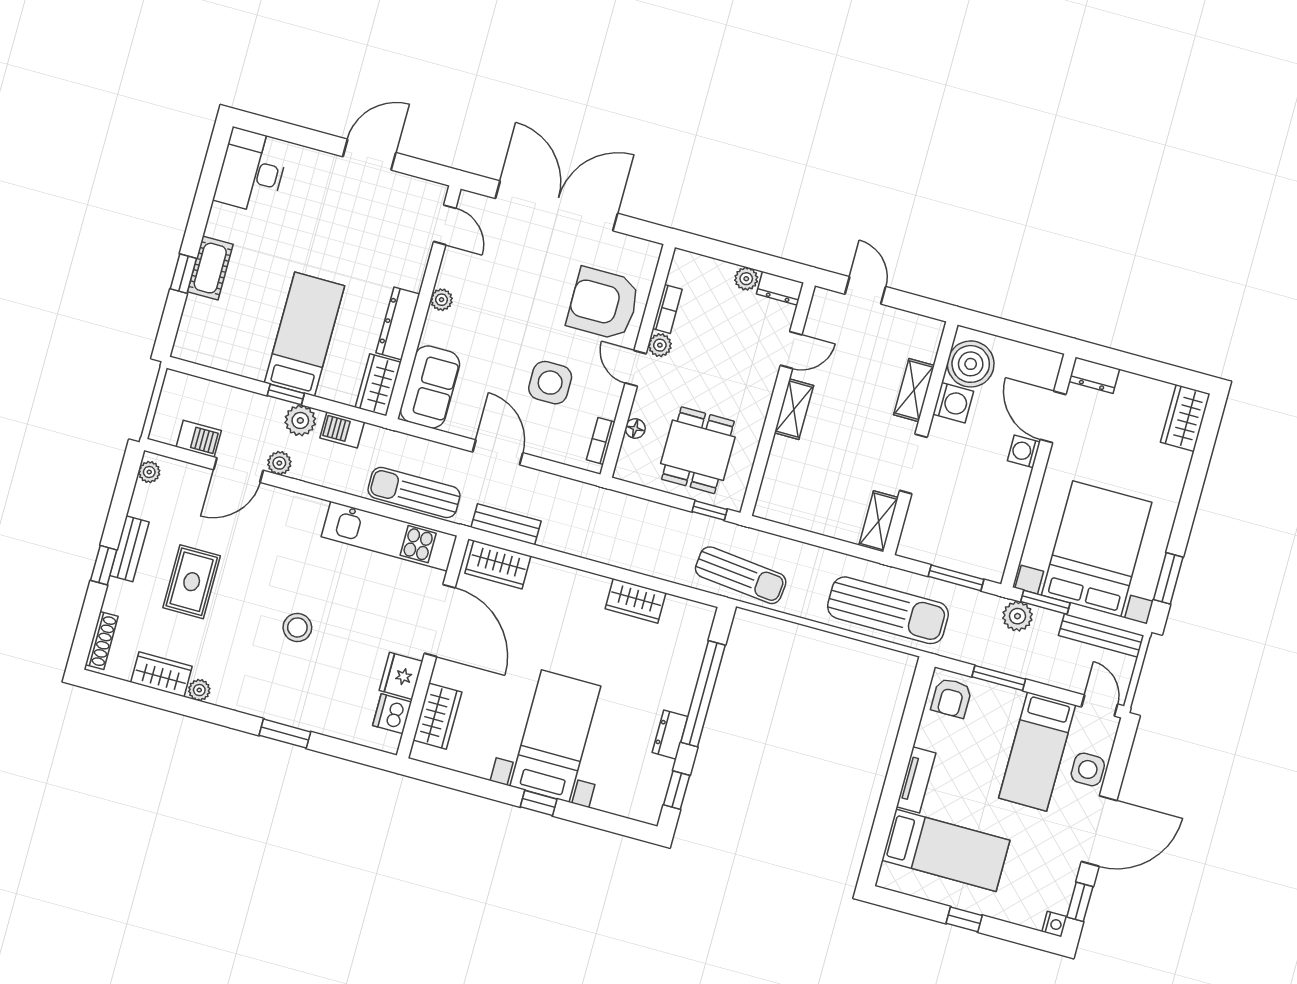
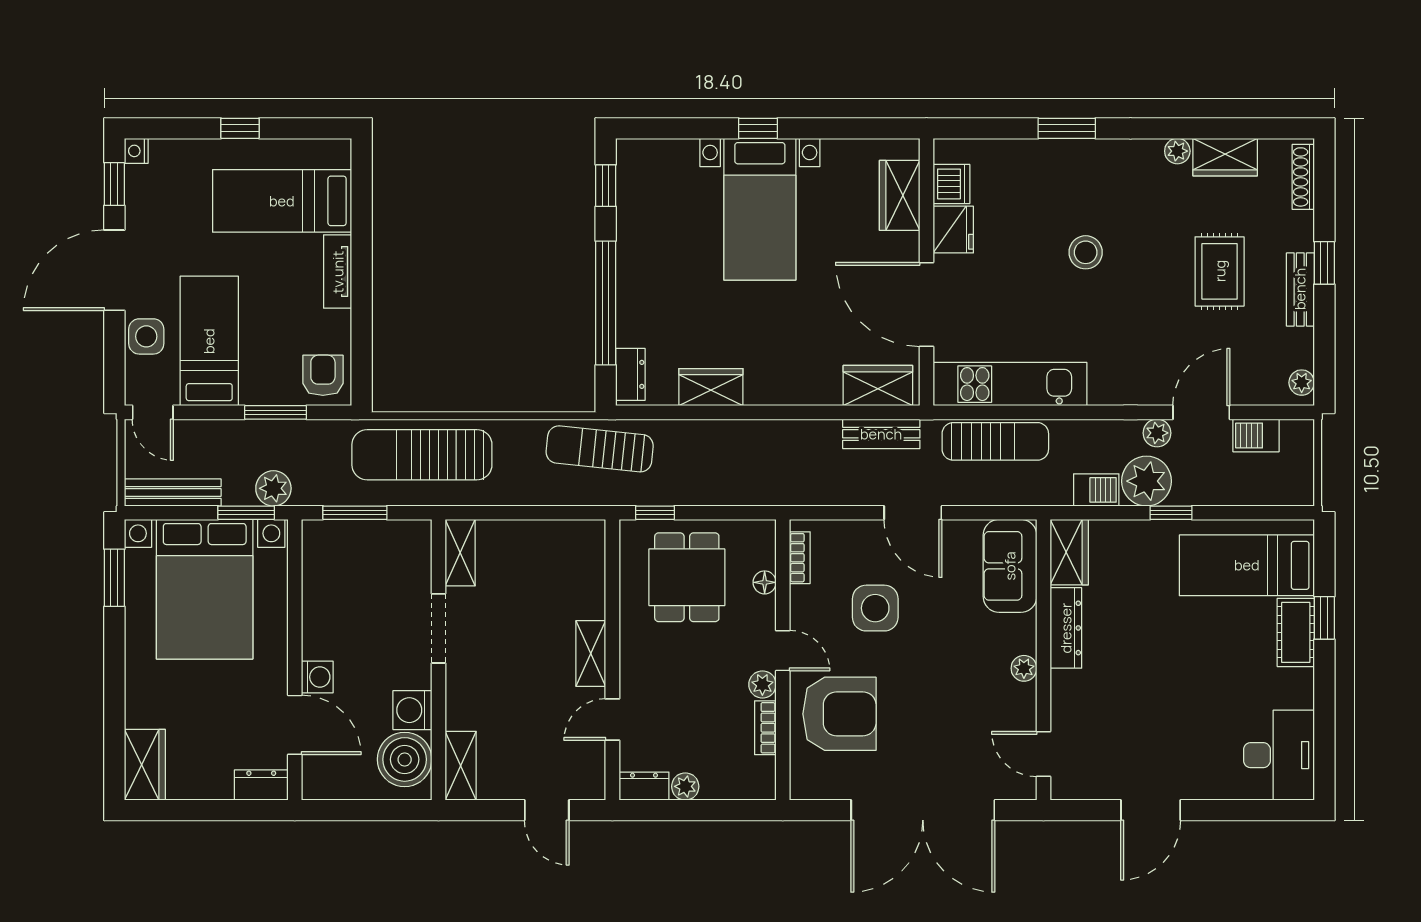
bed: (305, 334) -> (1247, 565), moved, turned 90
shelving: (914, 390) -> (461, 766), moved
plant: (300, 420) -> (1146, 481), width x1.36, depth x1.36
dresser: (670, 735) -> (630, 374), moved

